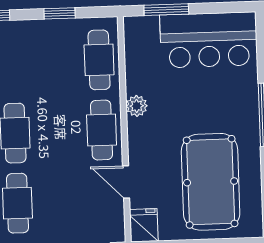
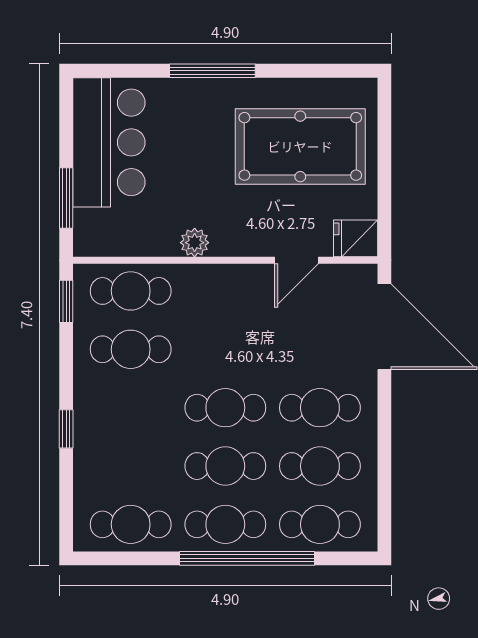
window: (60, 13) -> (66, 301), moved
cafe table: (102, 130) -> (131, 349), moved

